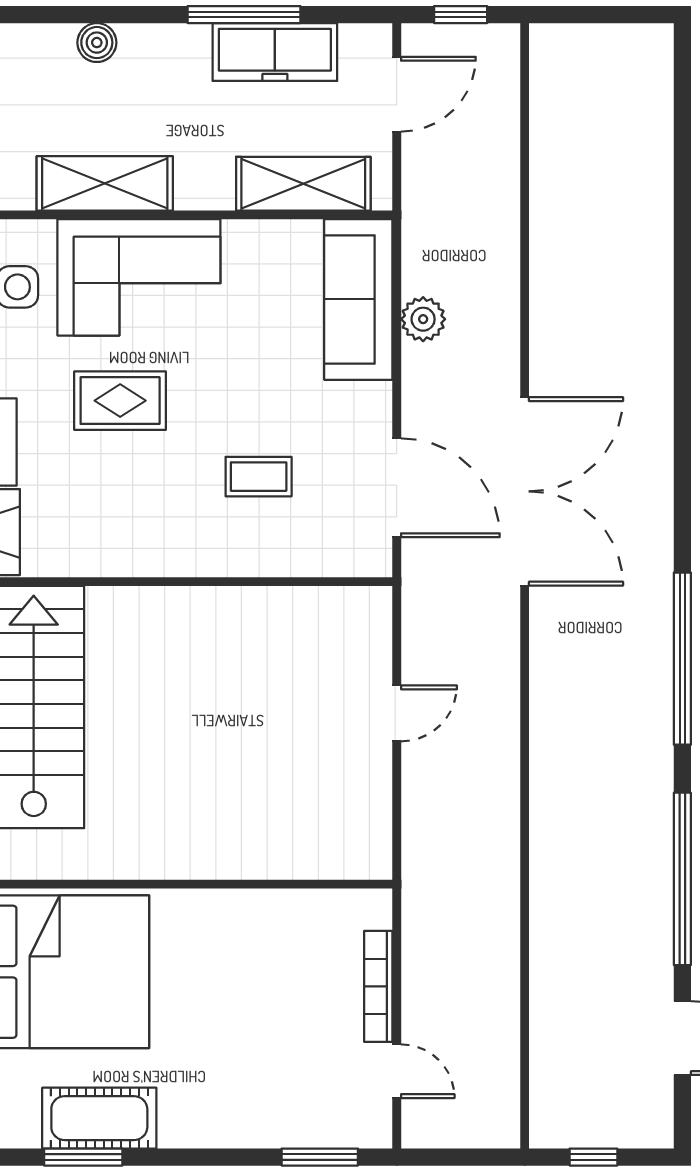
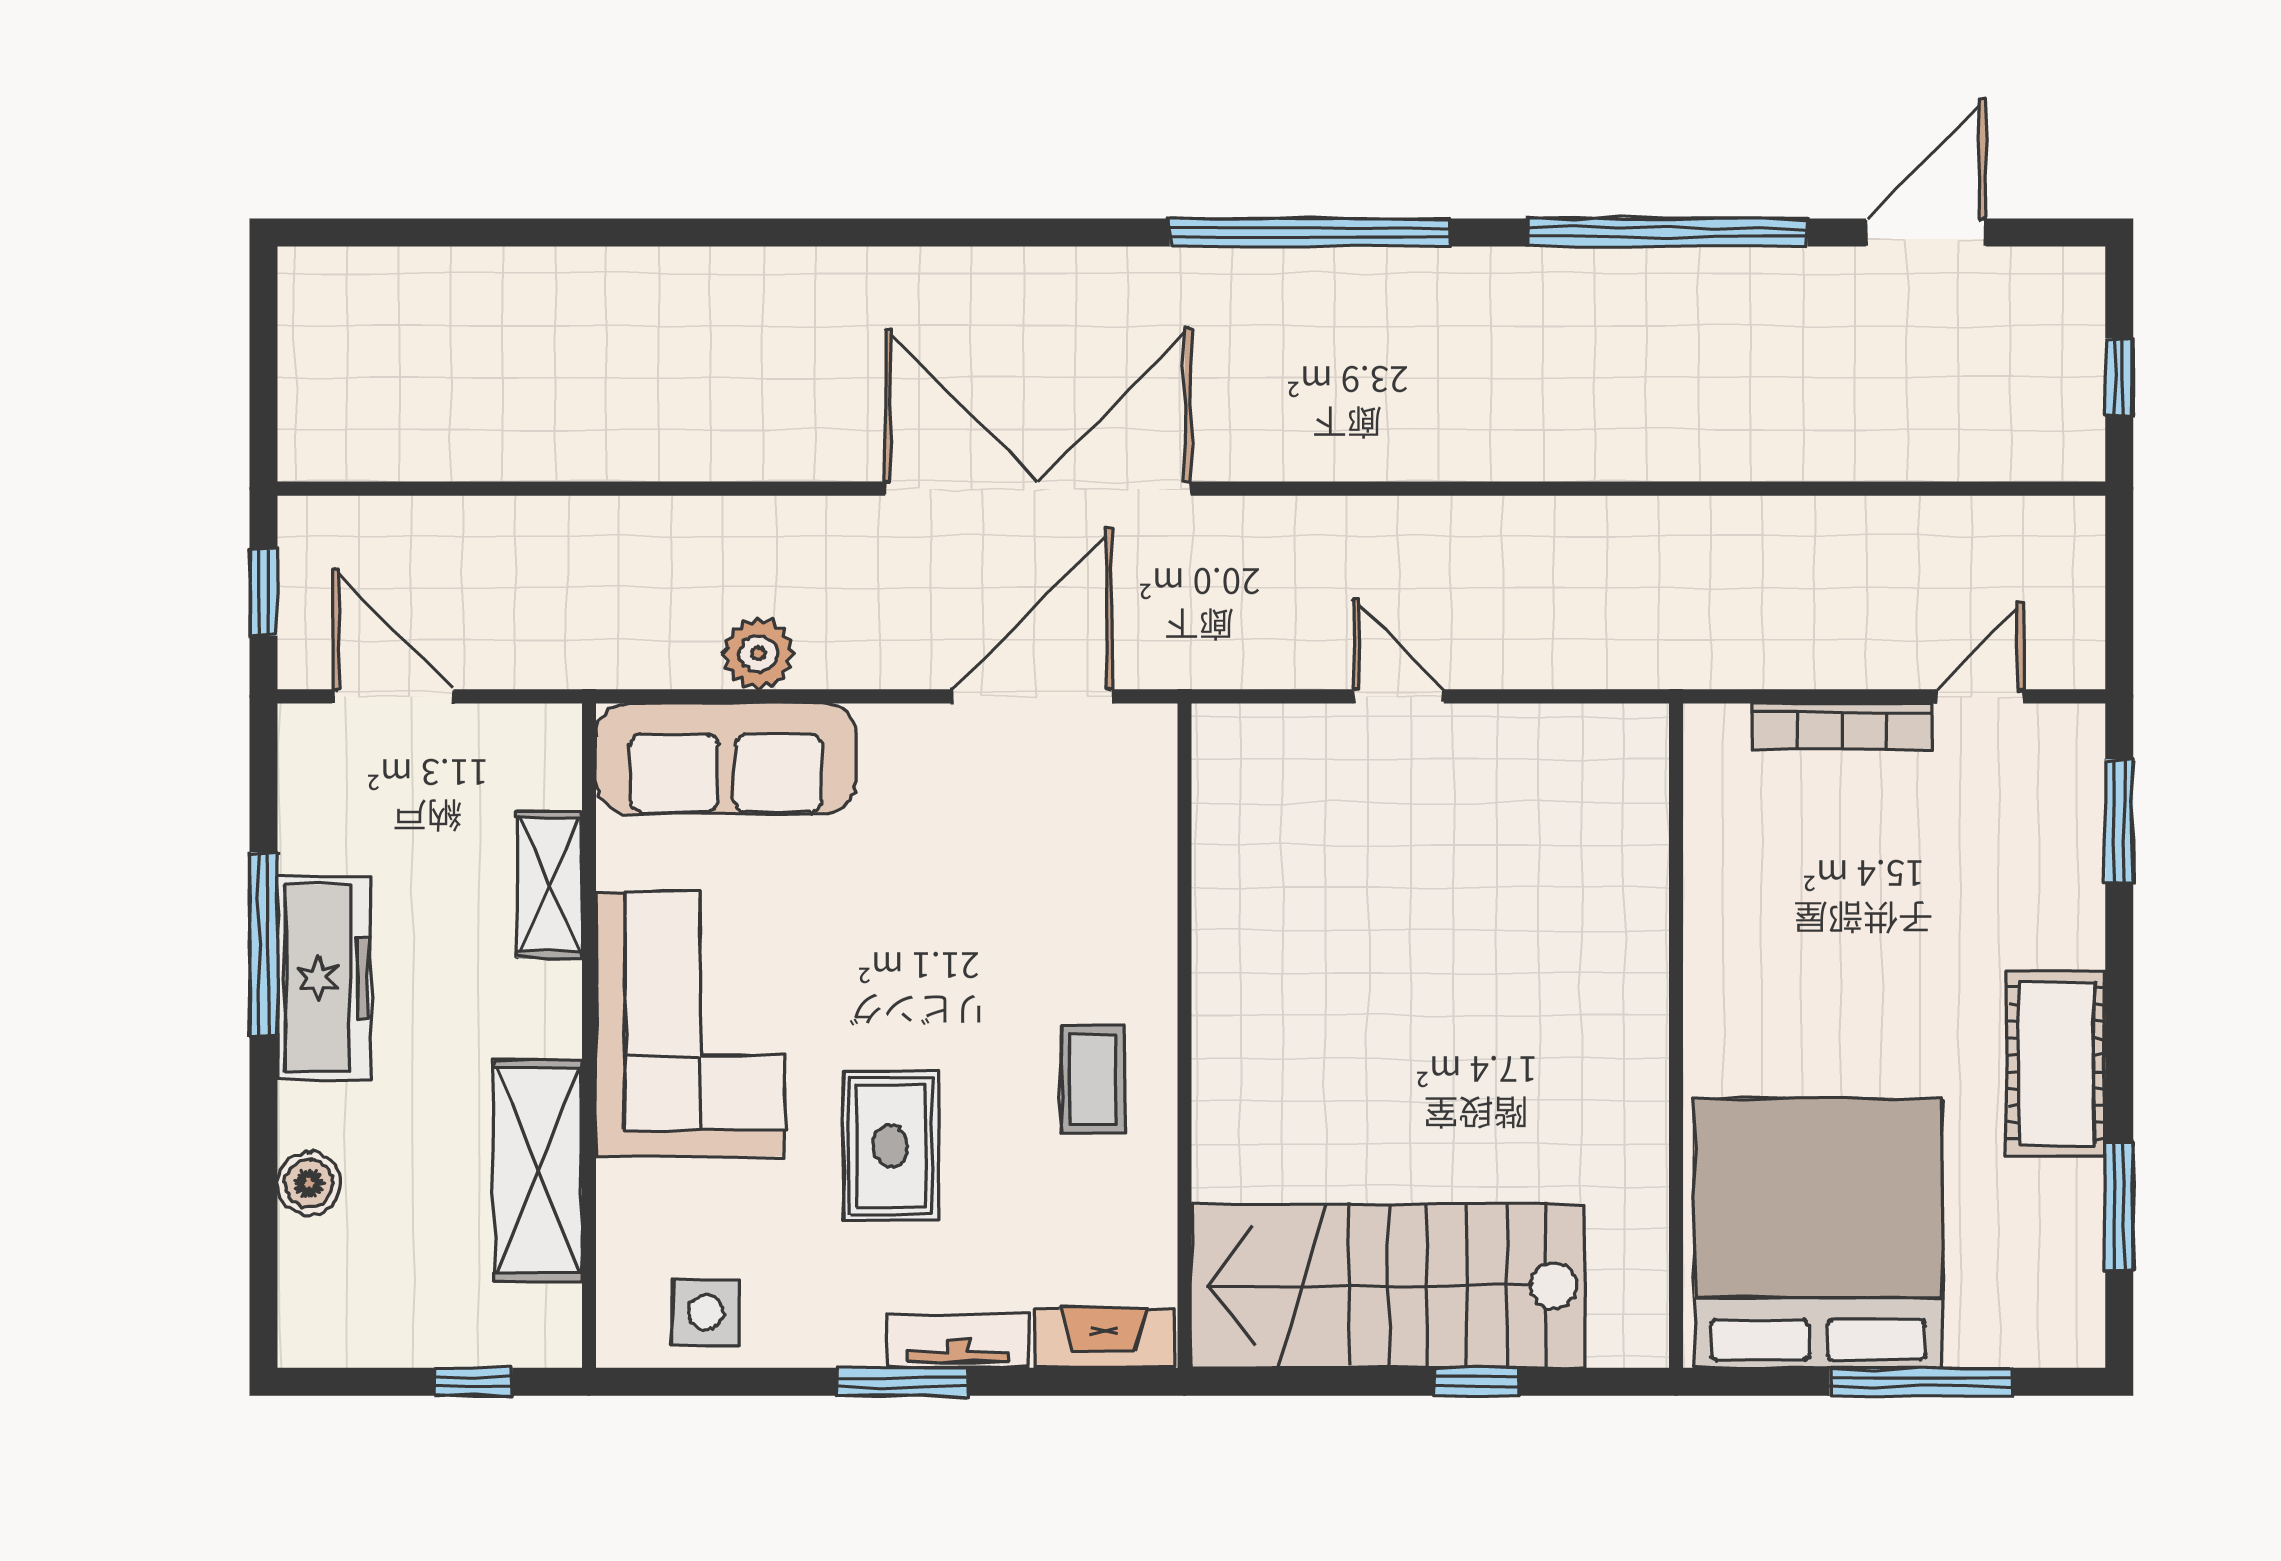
freezer: (275, 52) -> (324, 978), moved
shelving: (303, 184) -> (549, 884), width x0.67, depth x0.75
corner sofa: (139, 277) -> (690, 1024), moved
coffee table: (259, 477) -> (1093, 1079), moved
cot: (99, 1118) -> (2056, 1063), moved

